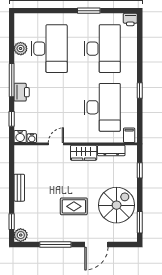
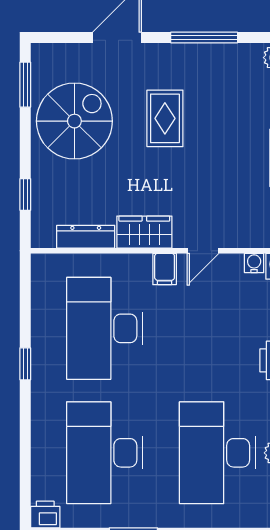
filing cabinet: (129, 135) -> (165, 269), moved
spiral stairs: (117, 205) -> (74, 121), turned 180
rug: (74, 206) -> (165, 118), turned 90

